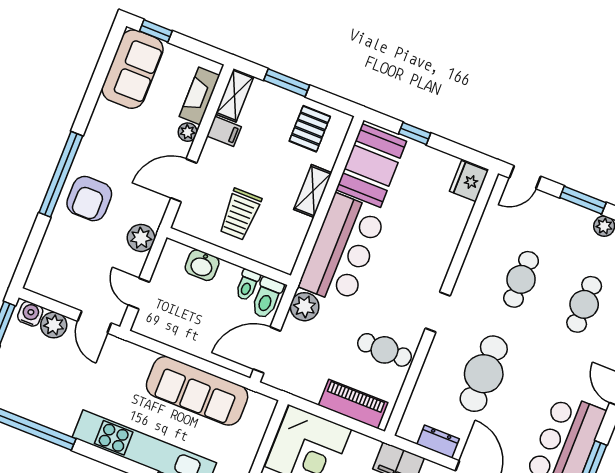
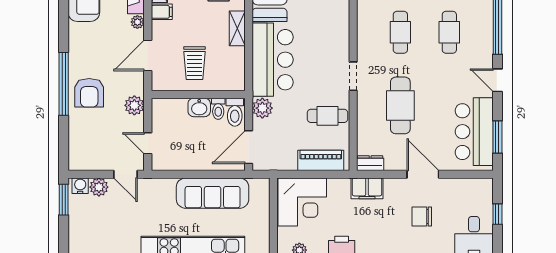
washbasin: (202, 265) -> (199, 107), moved
dresser: (438, 442) -> (370, 163), moved

